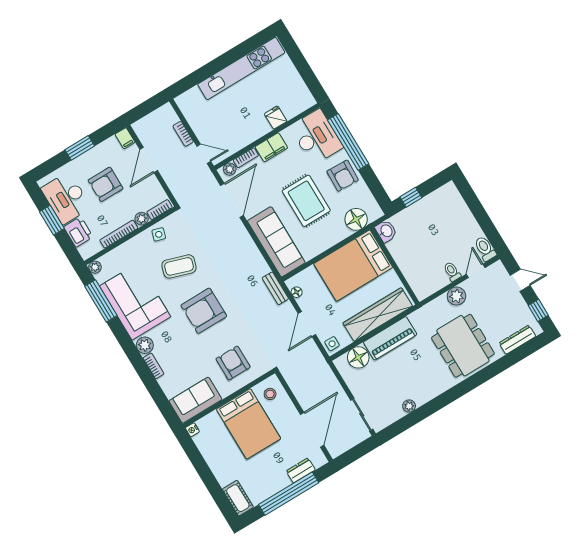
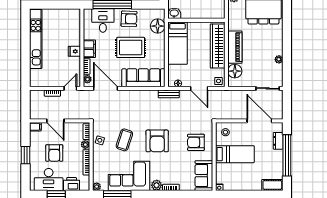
fridge: (276, 118) -> (74, 51), moved
desk: (316, 137) -> (103, 20), width x0.73
bed: (353, 266) -> (177, 43), width x0.67
bed: (249, 424) -> (235, 154), width x0.67

